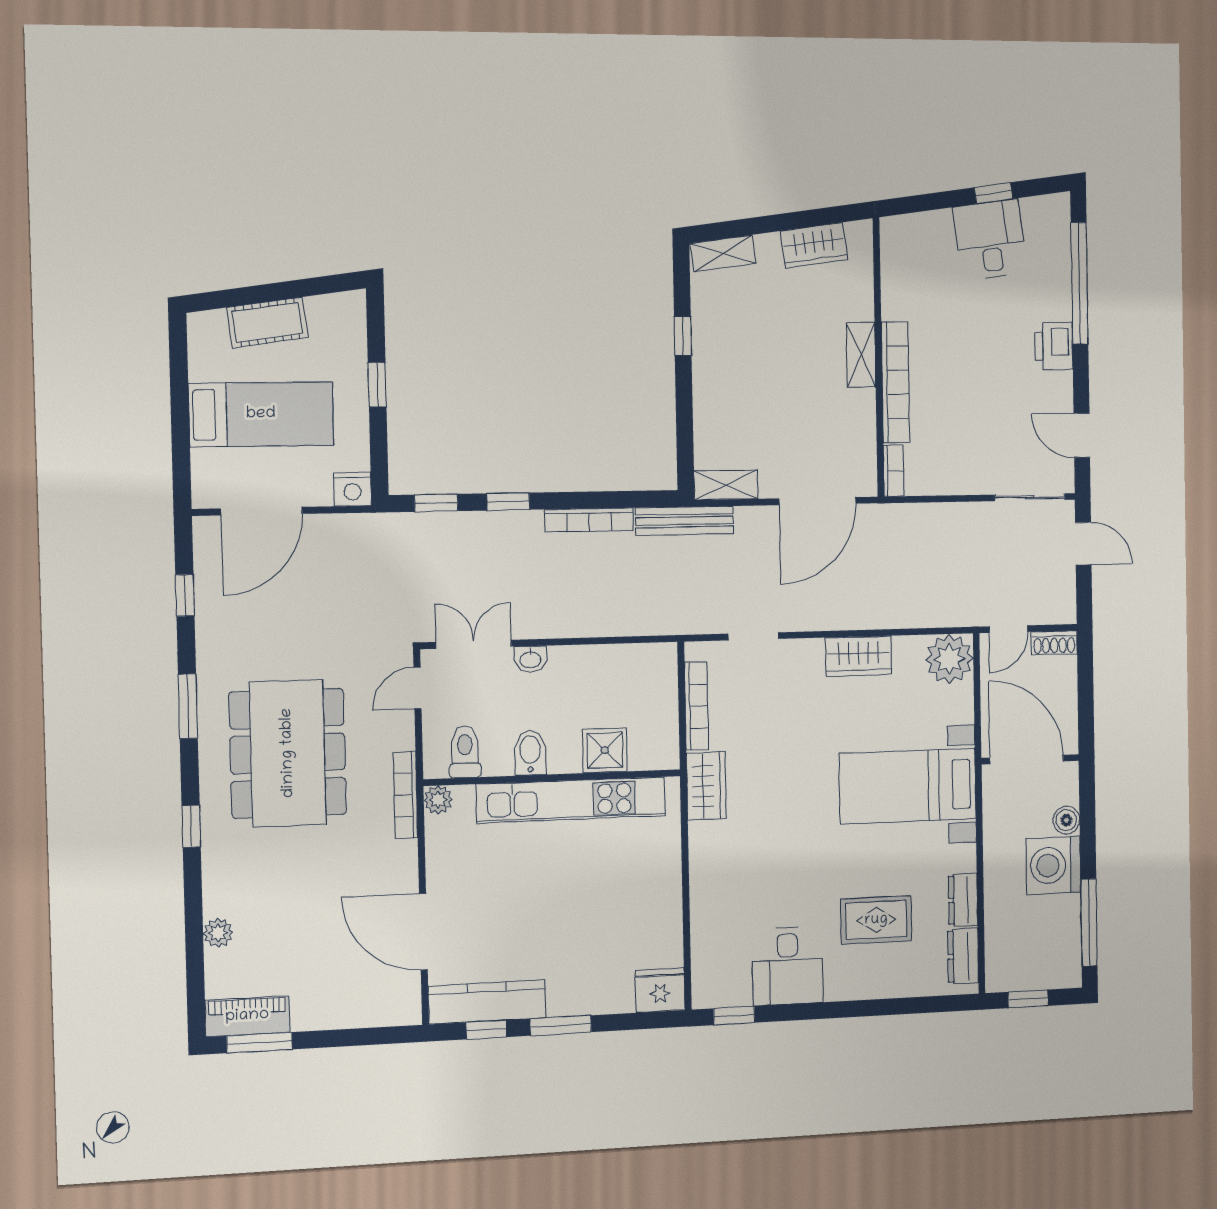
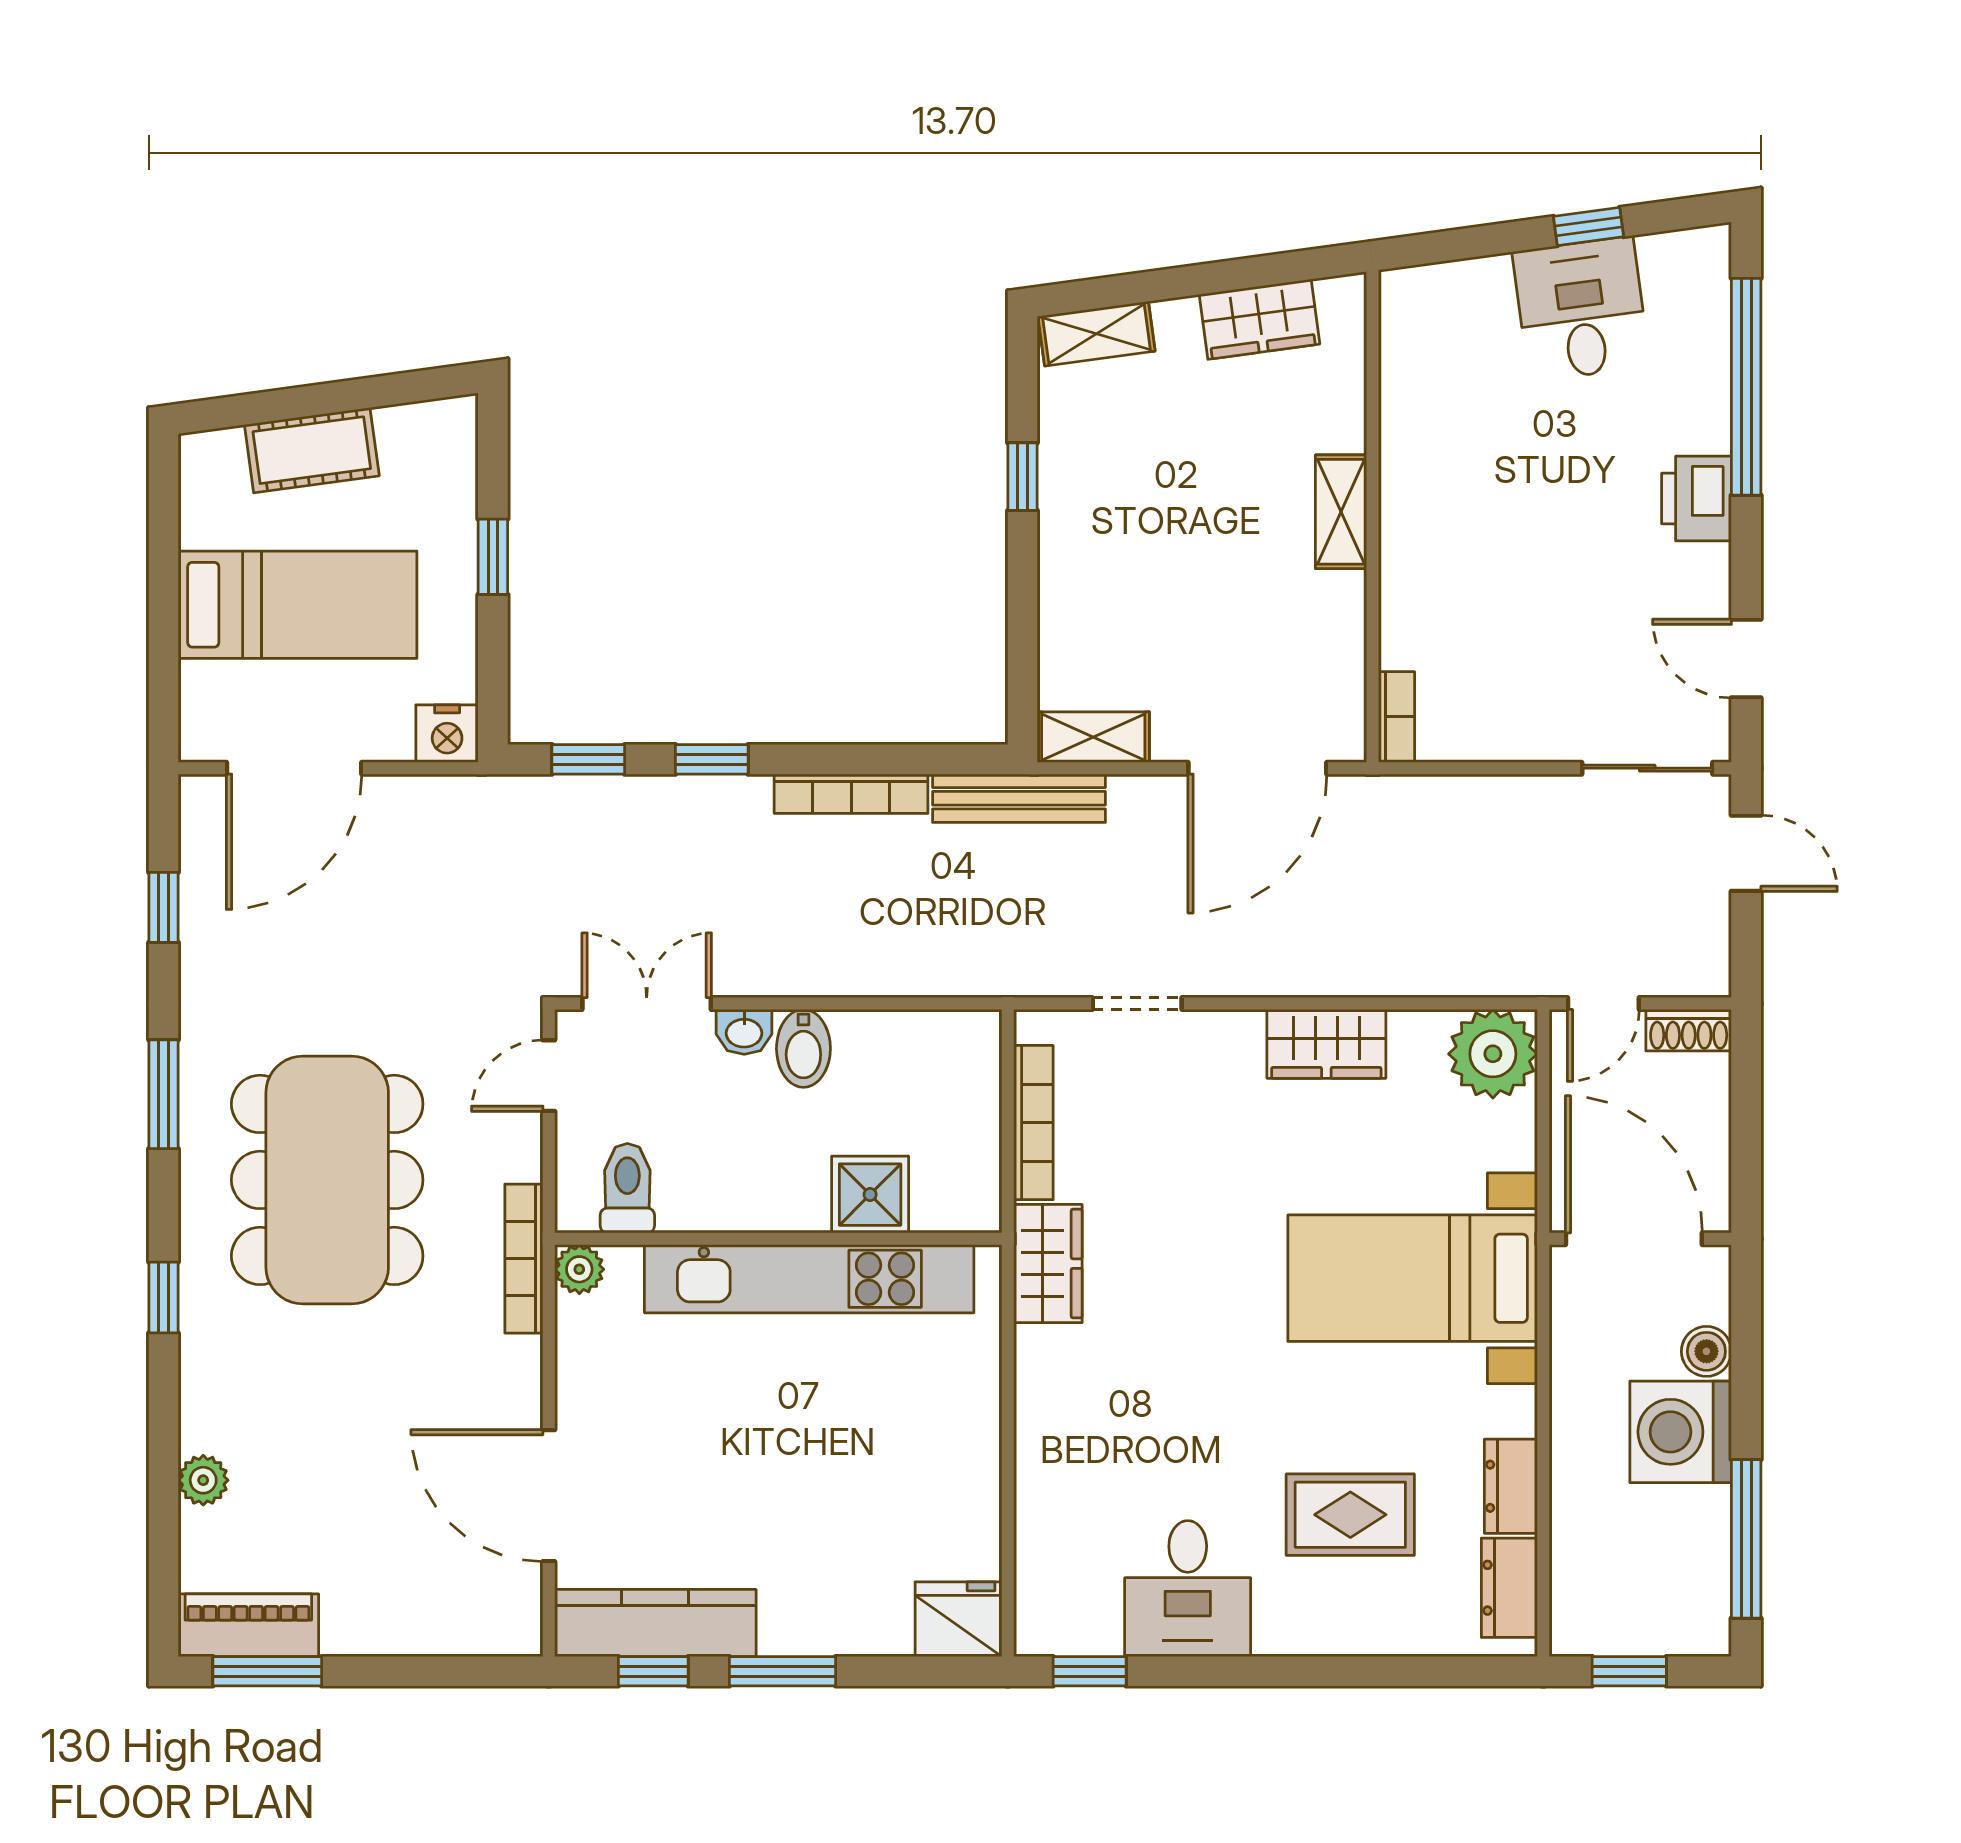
bookcase: (895, 382) -> (1403, 560), removed
bidet: (530, 753) -> (803, 1048), moved, turned 180

